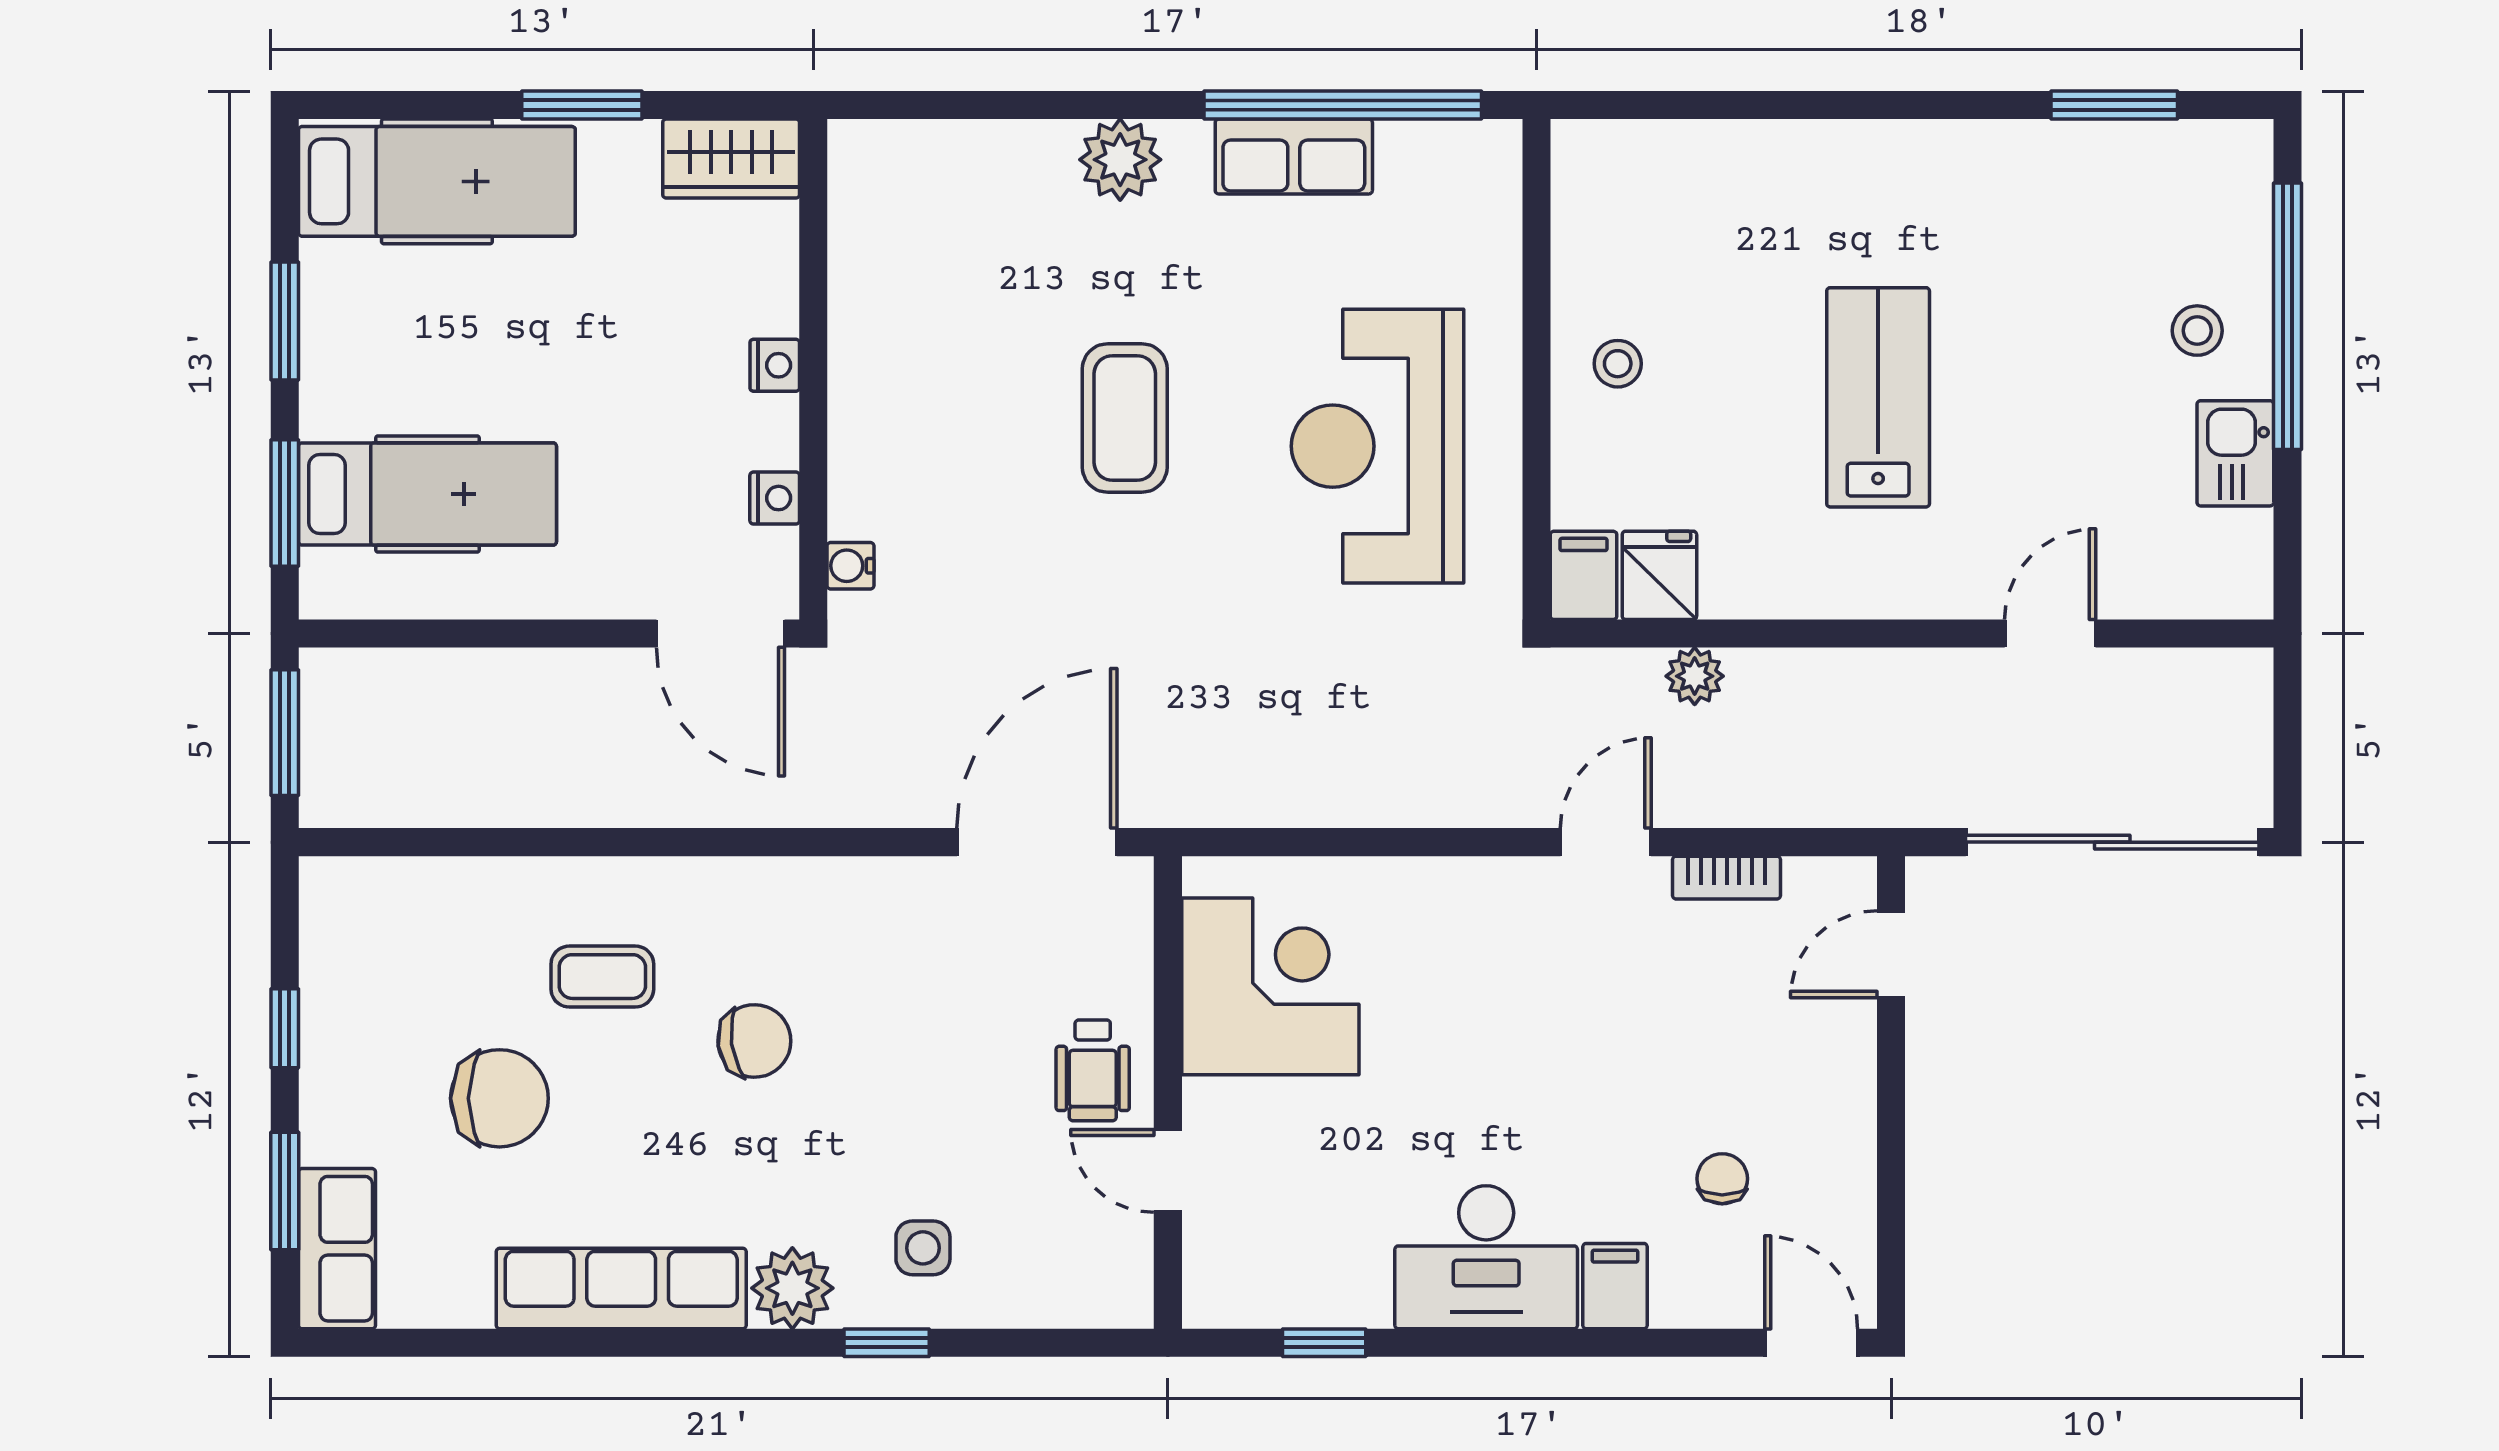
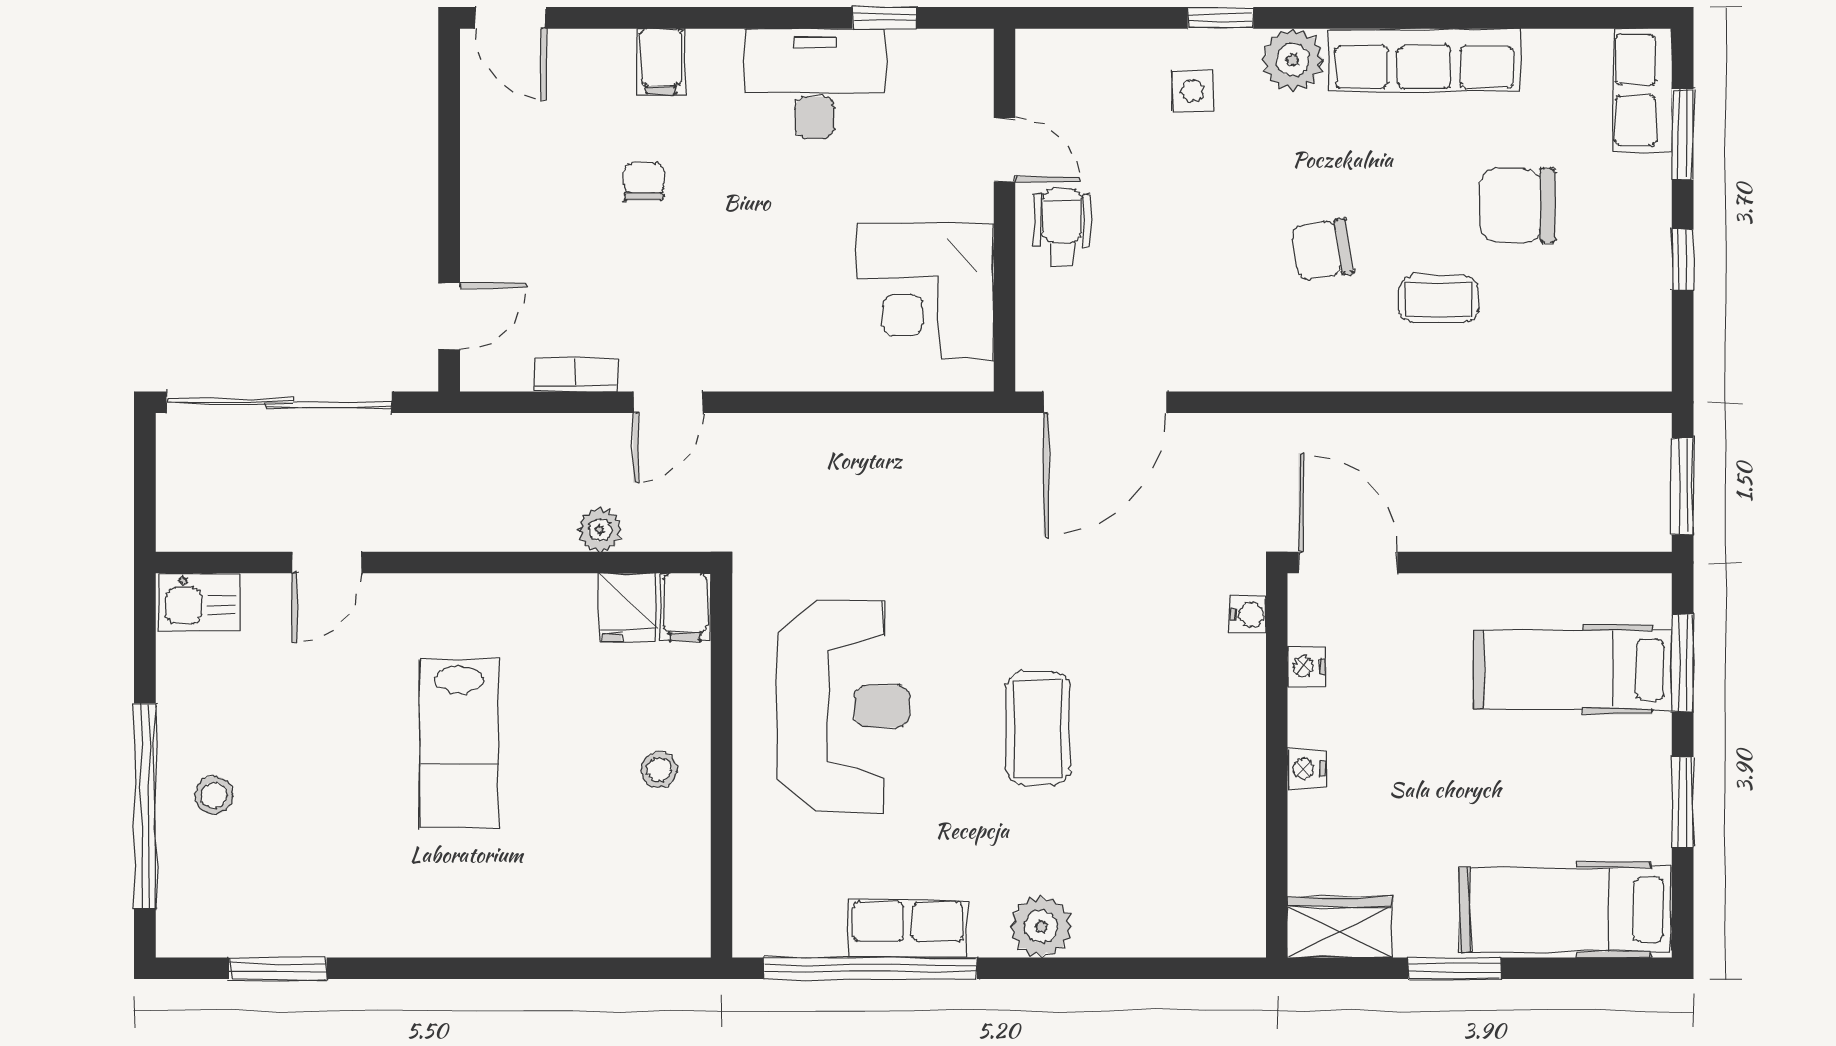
kitchen sink: (2235, 453) -> (199, 603), moved, turned 90
chair: (1722, 1179) -> (644, 181), moved, turned 180
desk: (1486, 1257) -> (815, 84), moved

